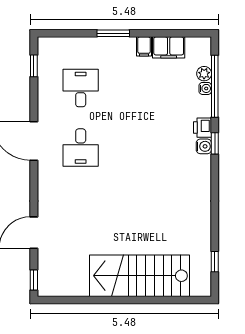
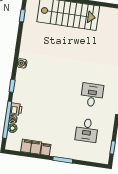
printer: (202, 128) -> (16, 109), moved
water cooler: (204, 146) -> (22, 63), moved

